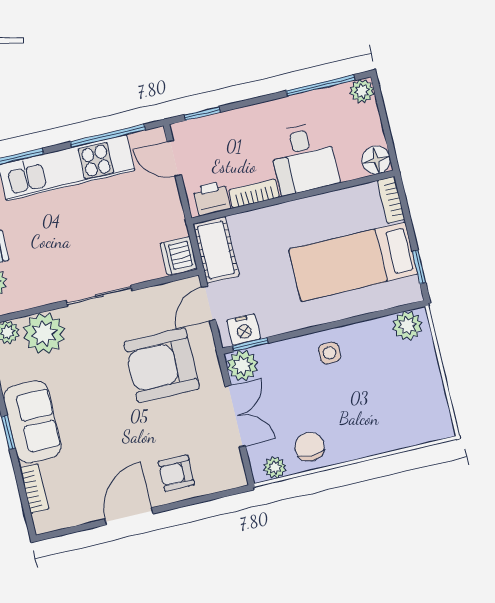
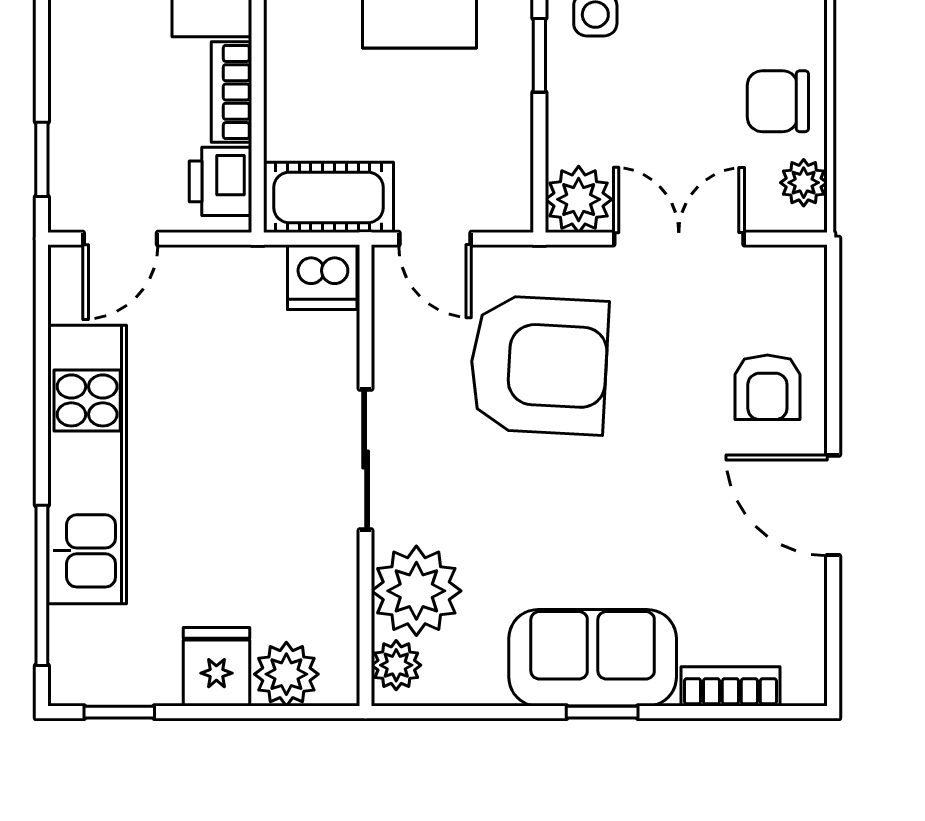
window: (108, 136) -> (42, 364), removed
nightstand: (244, 330) -> (506, 179), removed
window: (250, 345) -> (539, 55), moved
armchair: (162, 365) -> (539, 365), turned -87

